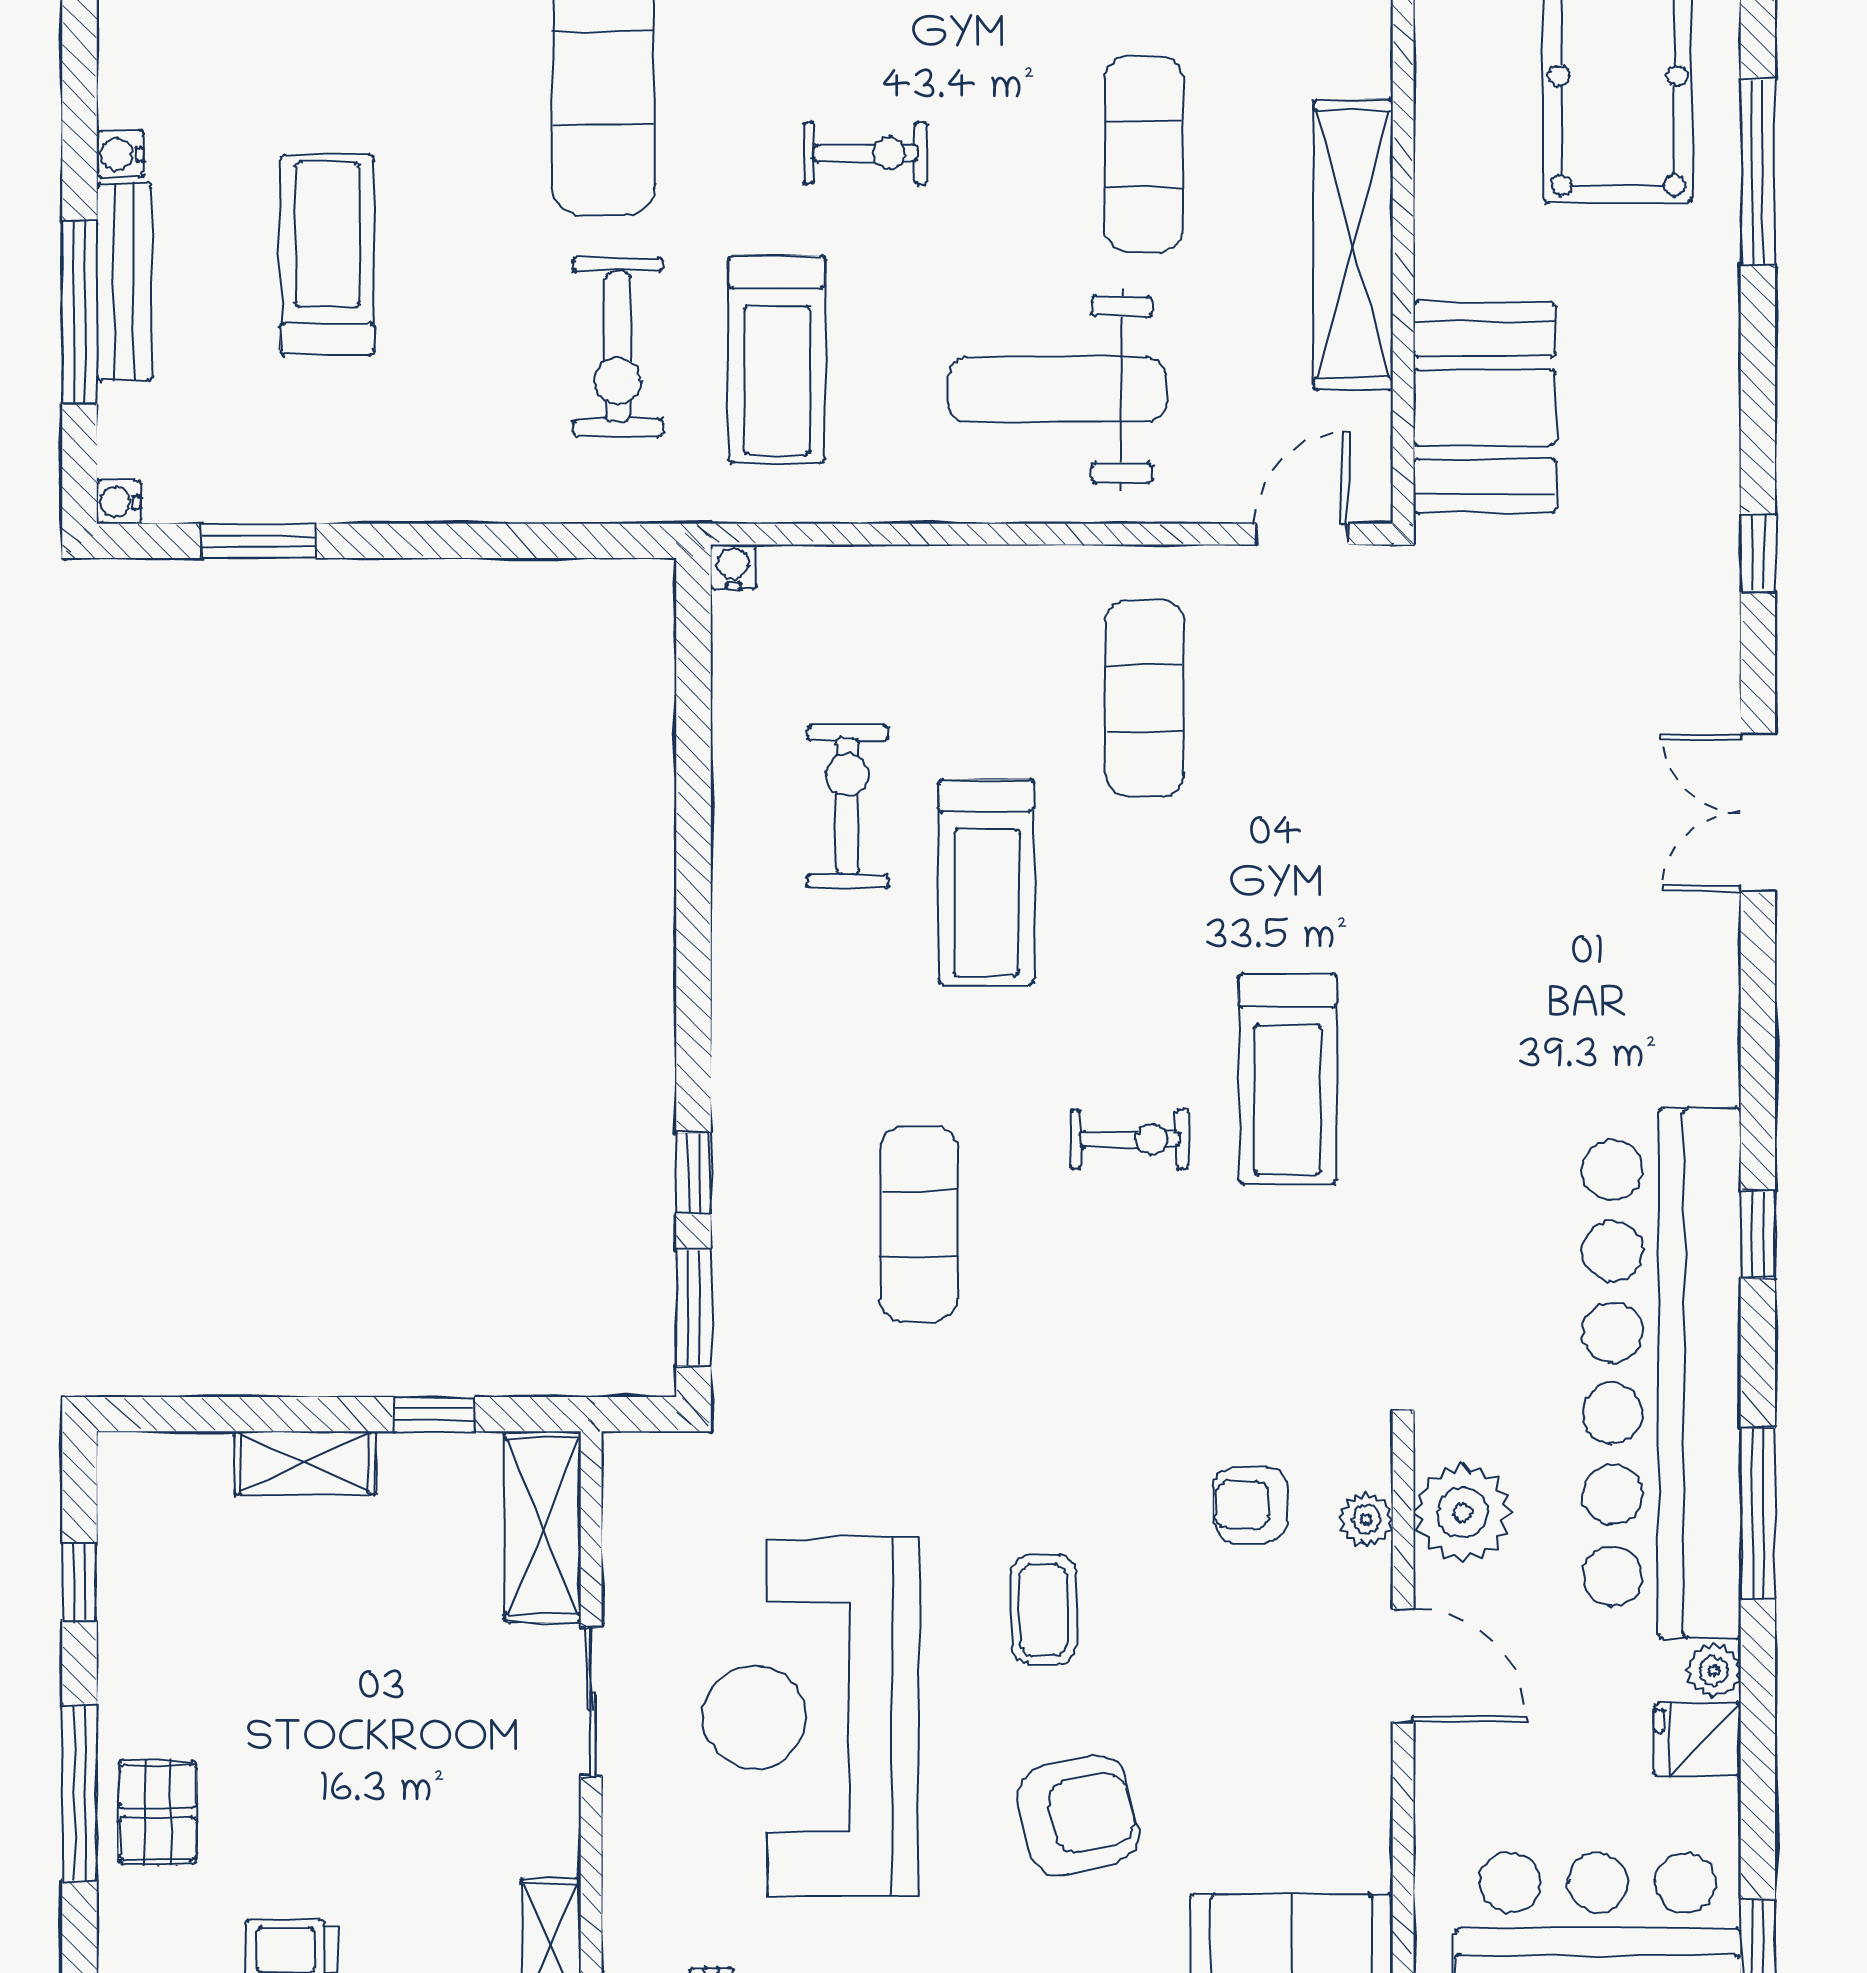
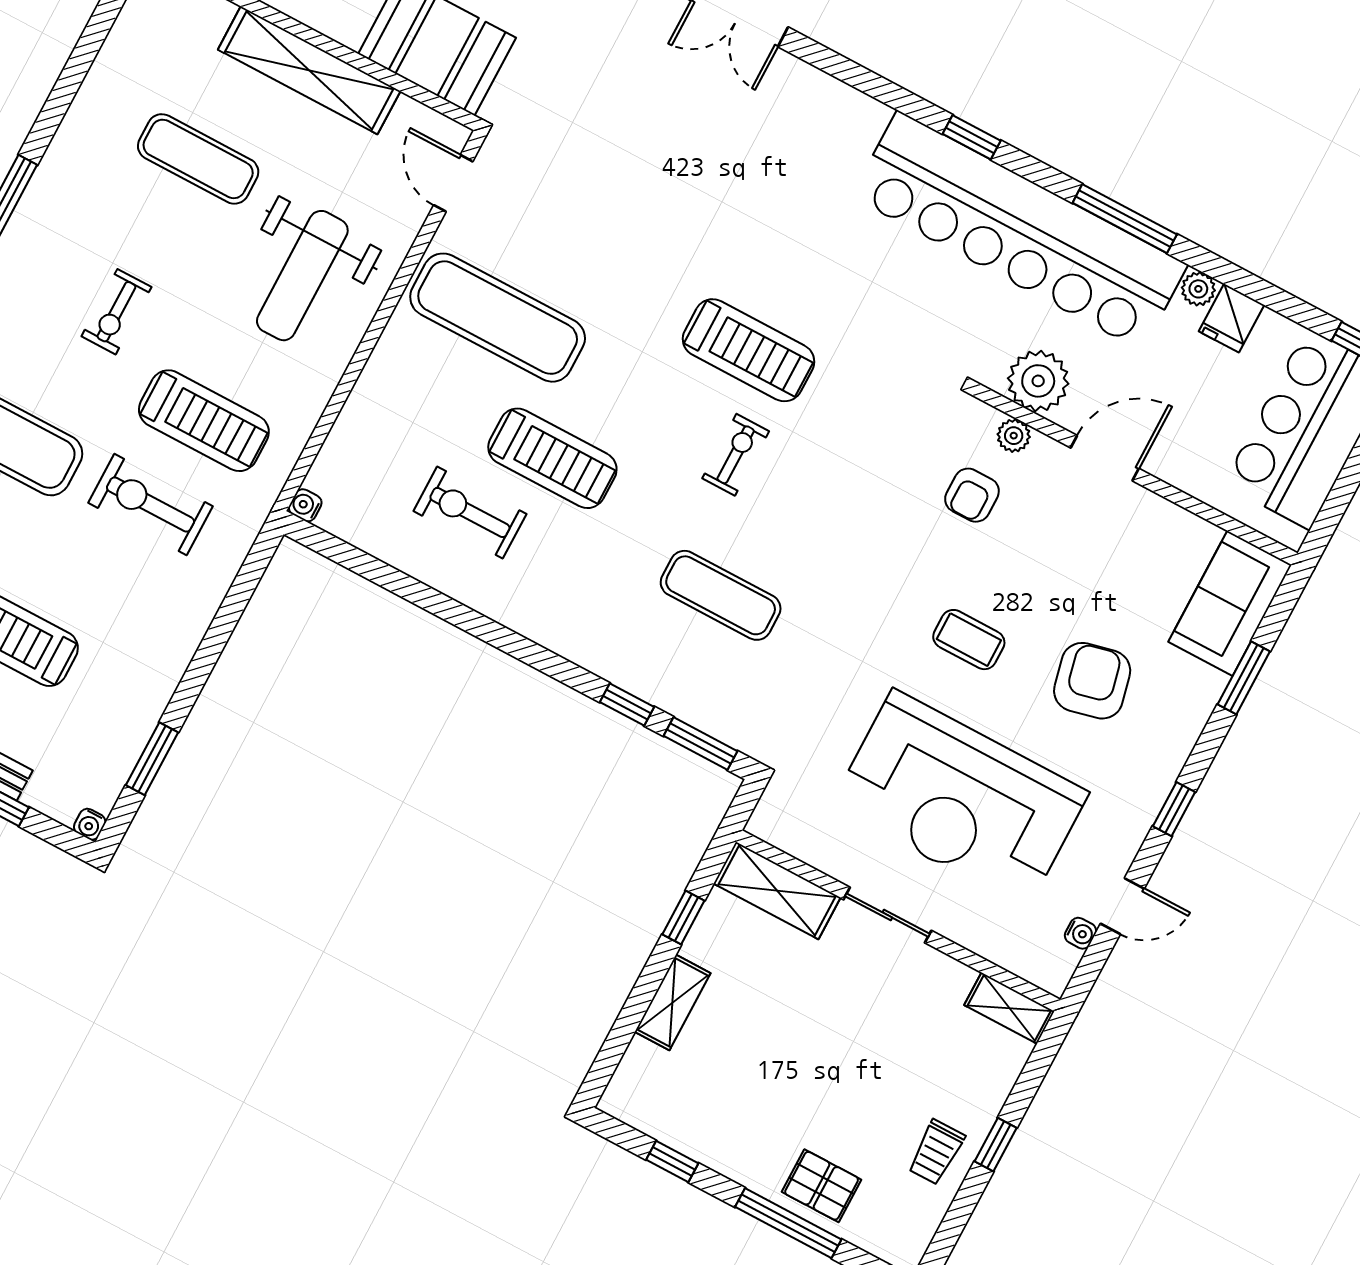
exercise bike: (866, 153) -> (116, 312), turned 180
exercise bike: (618, 347) -> (150, 505), turned 180
exercise mat: (1145, 698) -> (498, 318), width x1.36, depth x1.45

